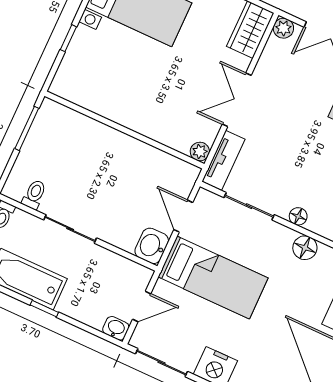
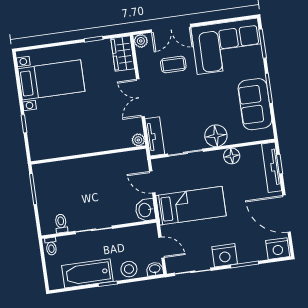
coffee table: (305, 84) -> (173, 65), added
floor lamp: (298, 216) -> (216, 136), width x1.89, depth x1.89
door: (142, 306) -> (161, 248), hinge flipped
stool: (83, 307) -> (129, 269), added

